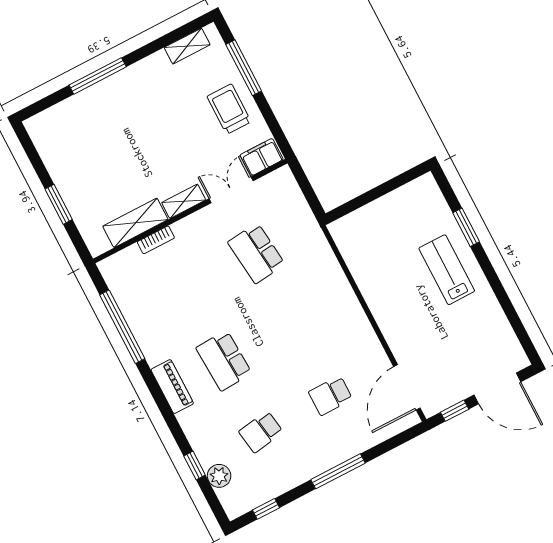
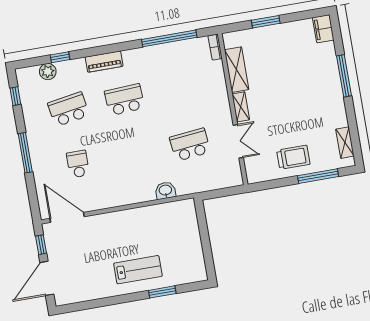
filing cabinet: (262, 157) -> (323, 29), moved, turned 180
bookcase: (156, 240) -> (215, 47), moved
washbasin: (328, 267) -> (165, 190), added
piano: (172, 387) -> (104, 62), moved
school desk: (261, 432) -> (68, 109), width x1.85

